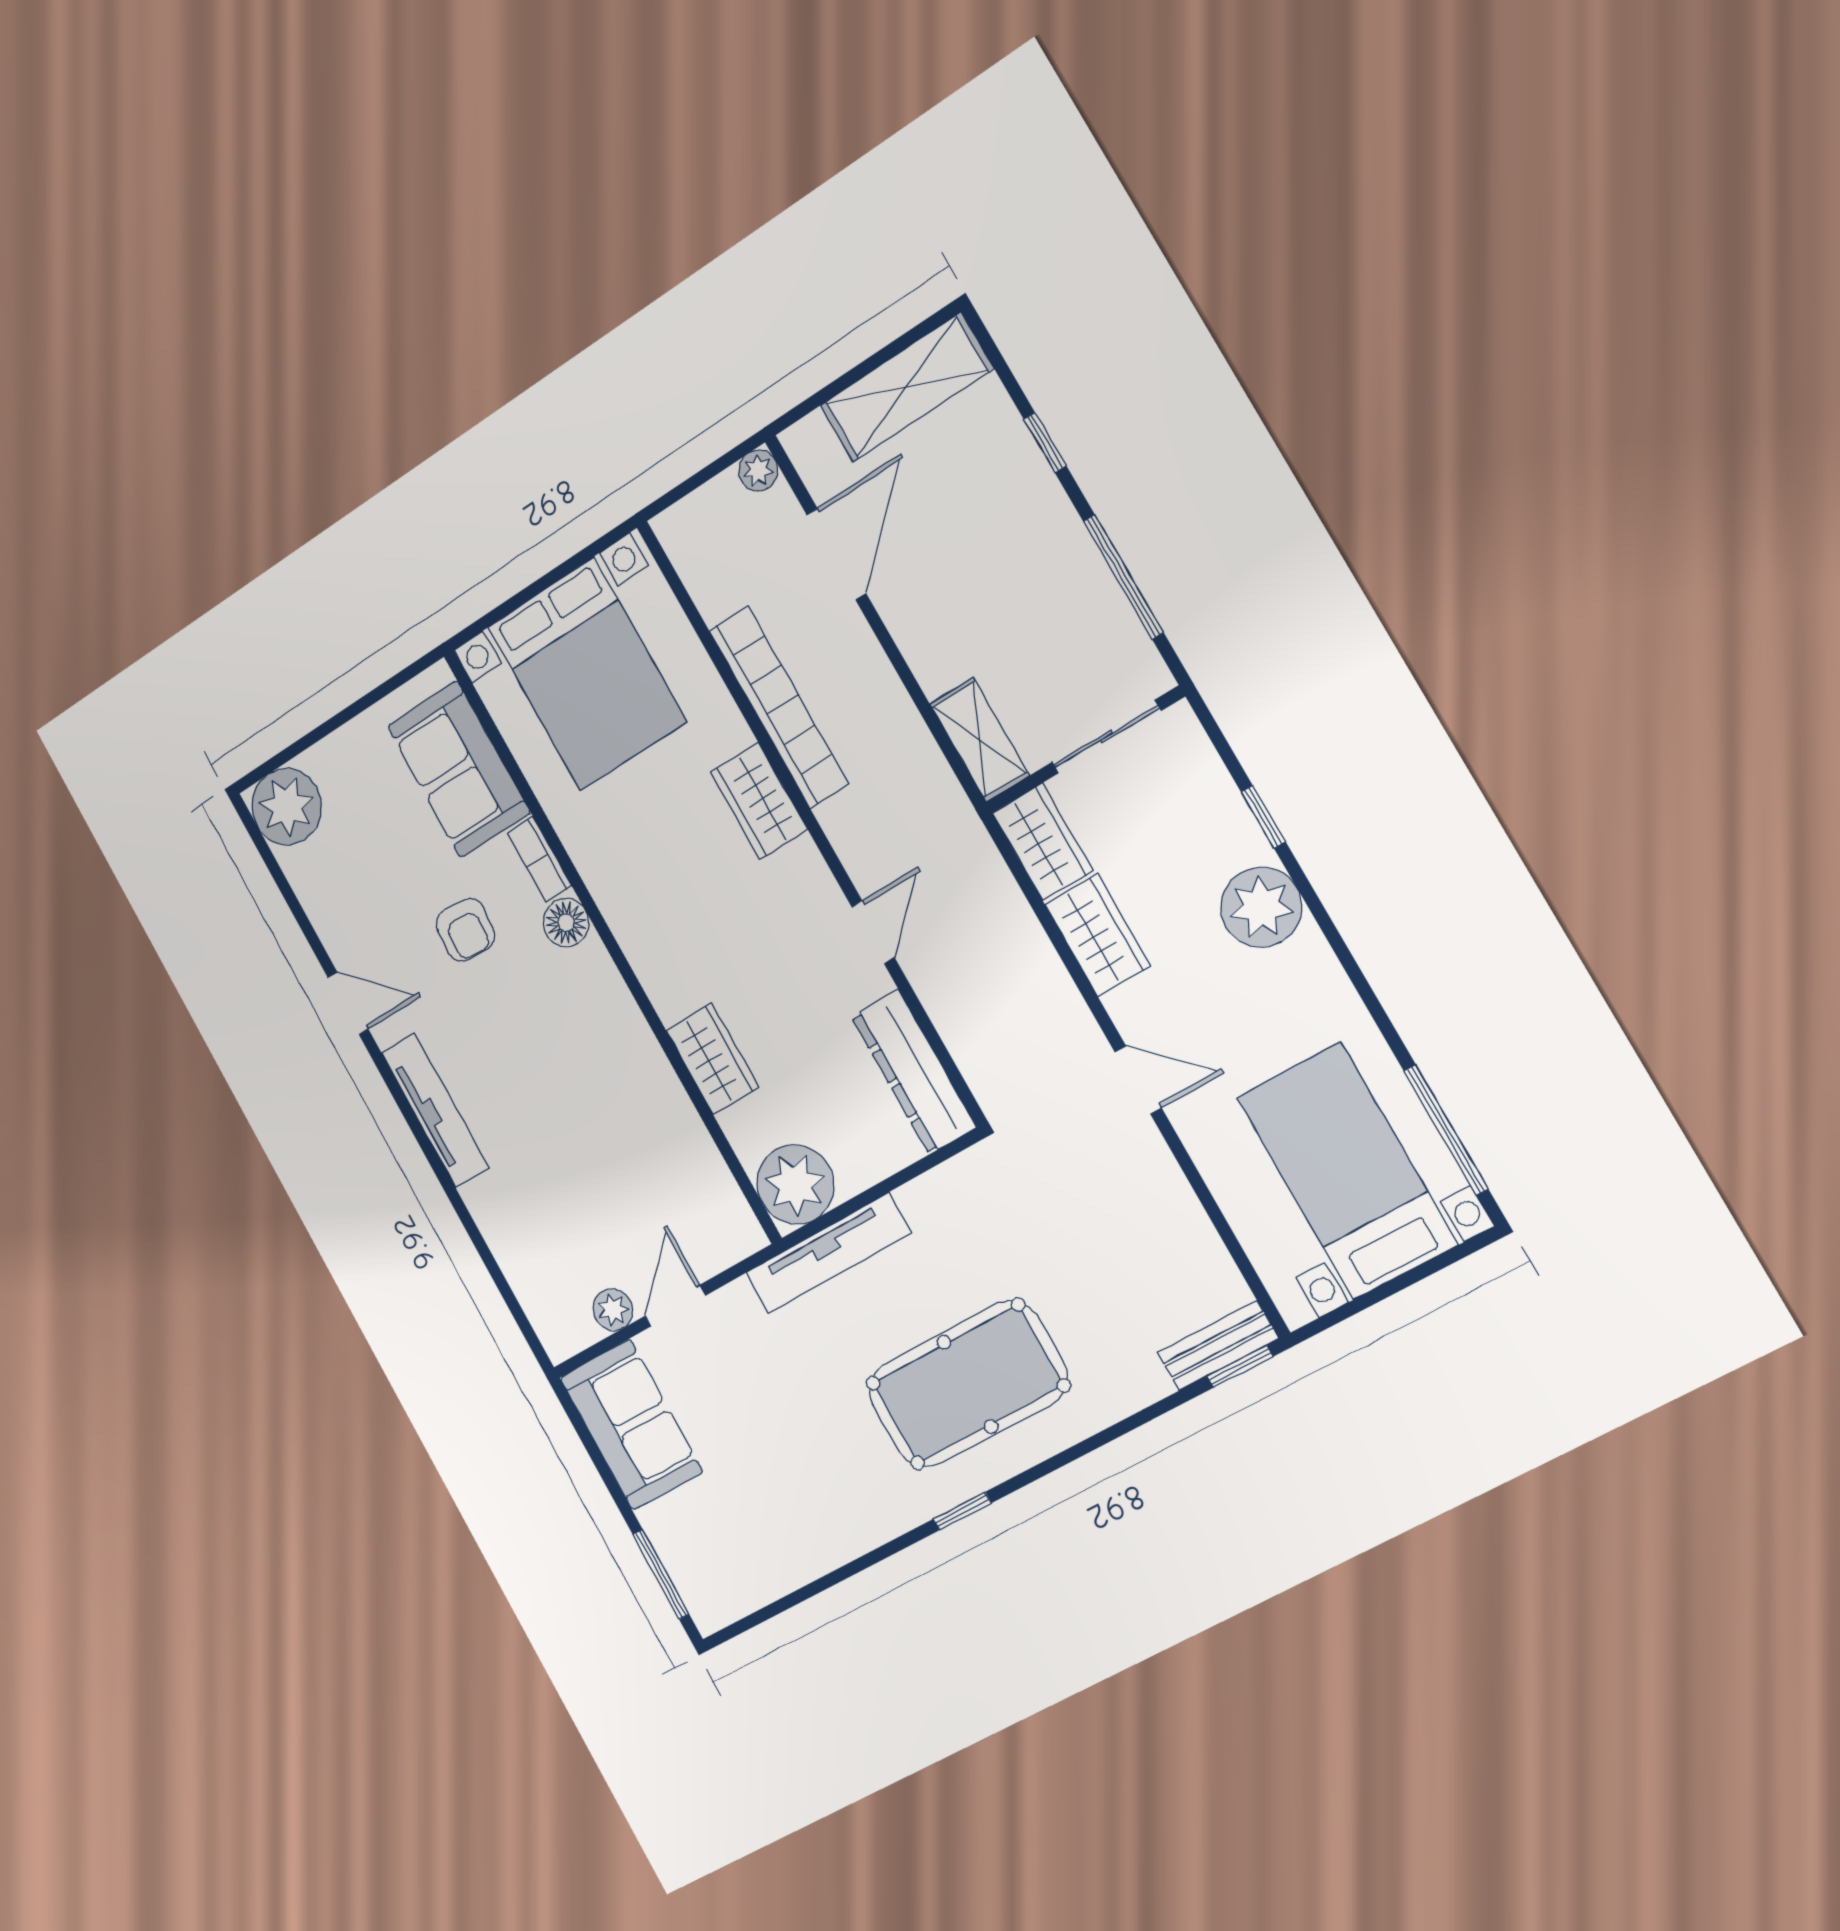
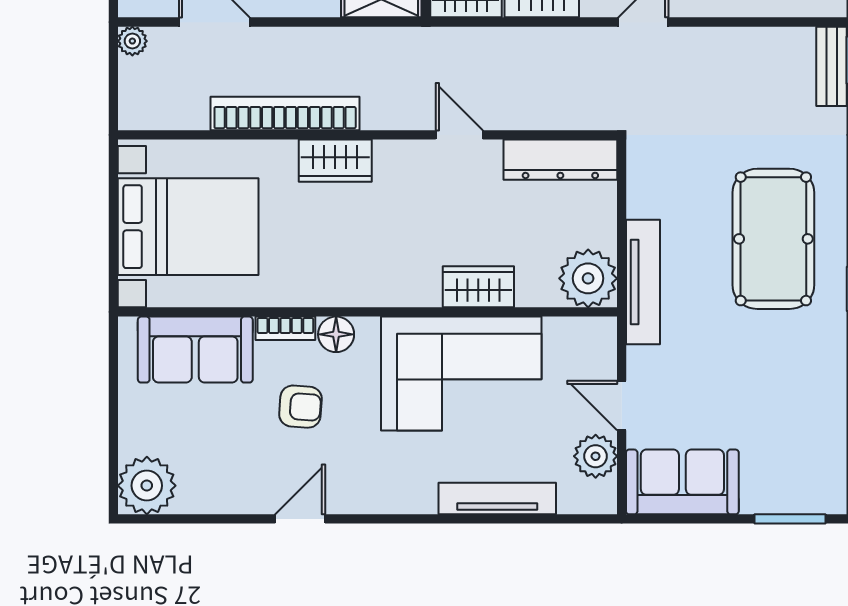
corner sofa: (605, 1096) -> (461, 374), added
tv unit: (435, 1110) -> (497, 499), moved
plant: (613, 1310) -> (596, 456), width x1.38, depth x1.38

